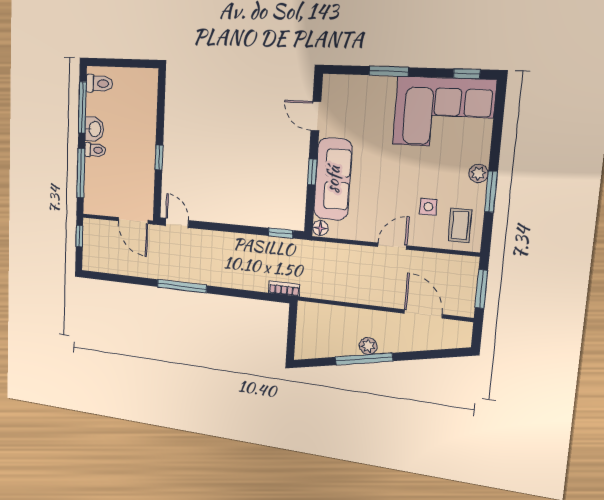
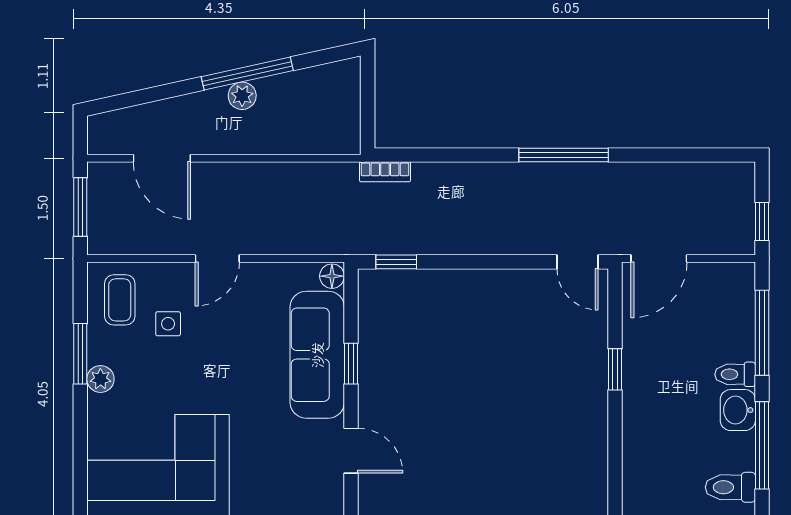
door: (133, 221) -> (659, 259), swing flipped

